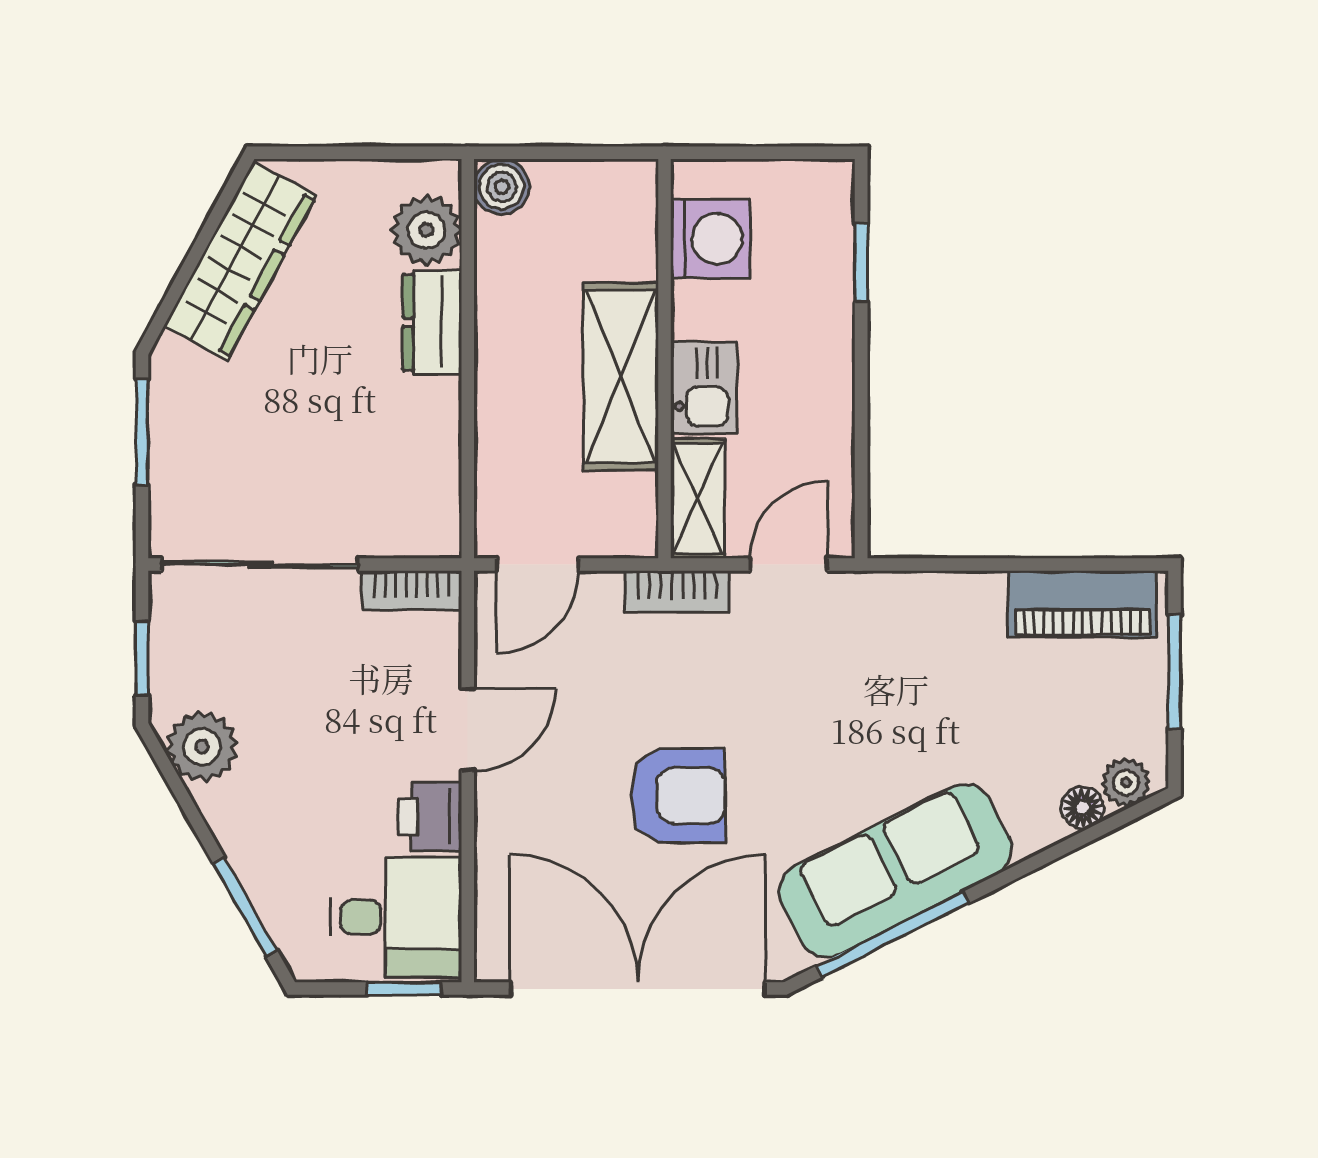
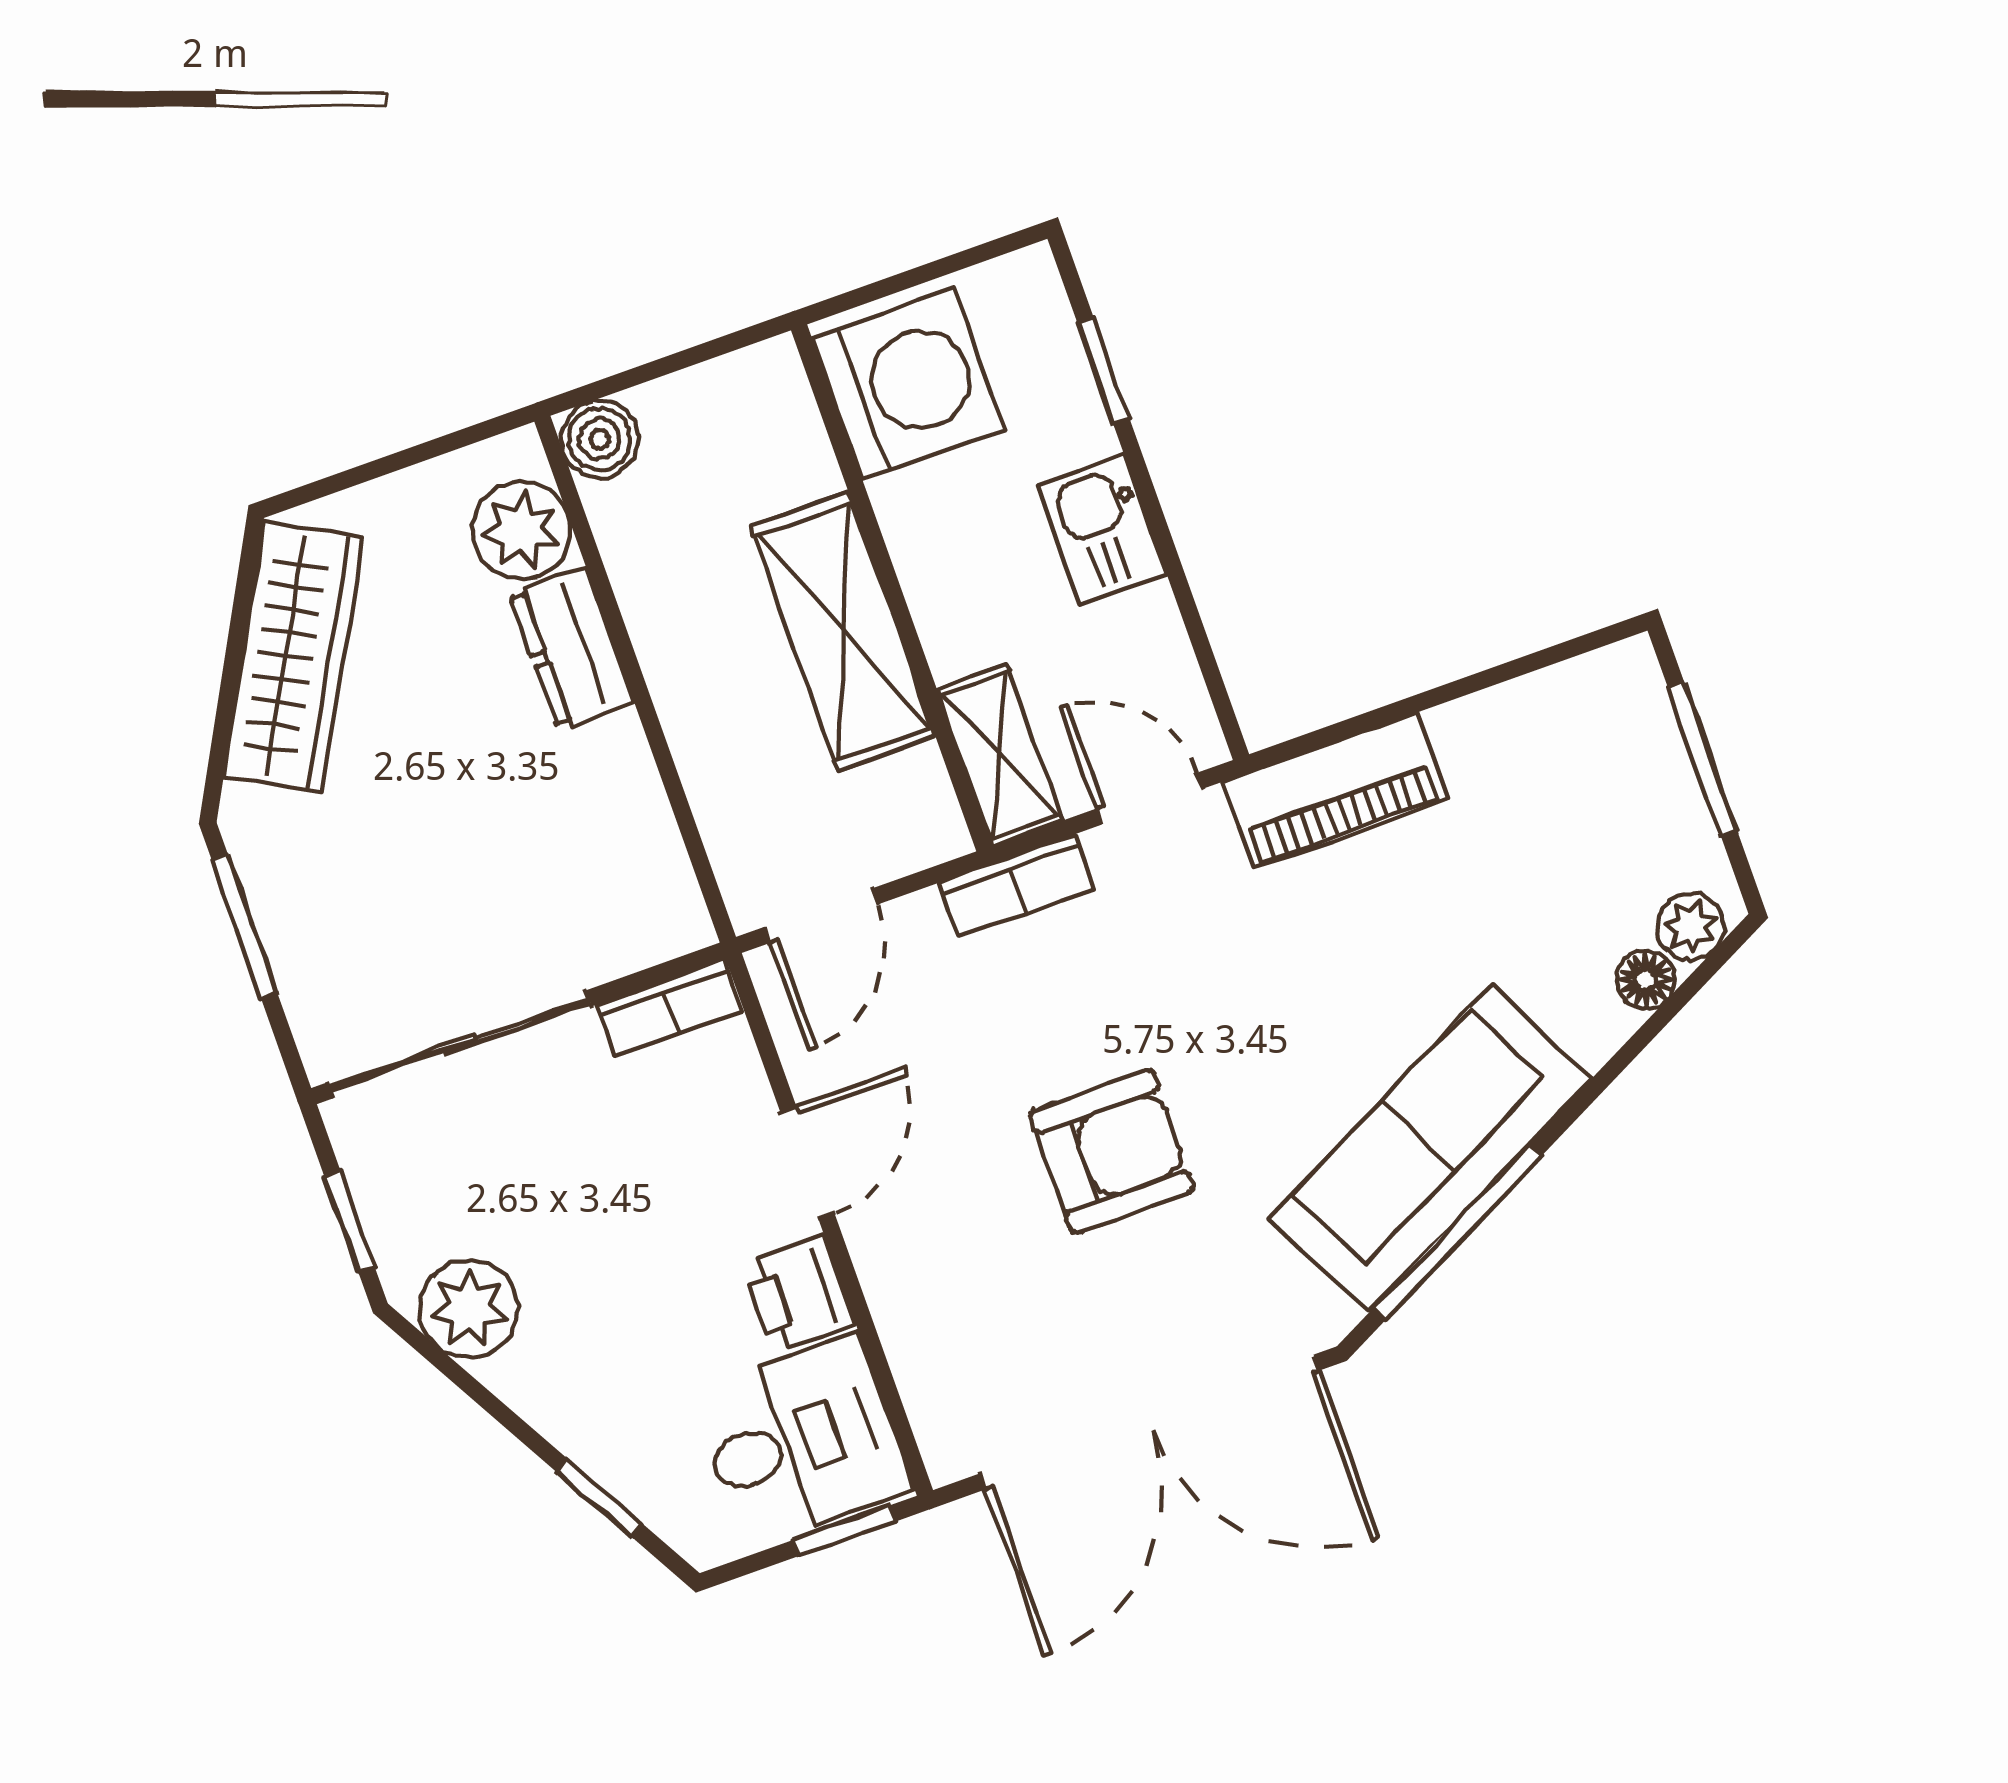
washing machine: (711, 239) -> (909, 384), width x1.37, depth x1.37
kitchen sink: (704, 388) -> (1102, 529), moved, turned 180
door: (789, 565) -> (1150, 799), hinge flipped
piano: (1082, 604) -> (1335, 791), moved
window: (245, 907) -> (599, 1498), width x0.67
double door: (638, 989) -> (1150, 1422), swing flipped

